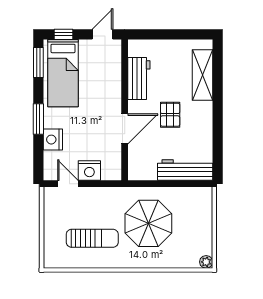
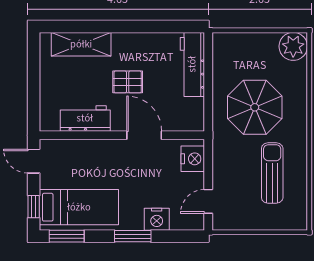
nightstand: (89, 170) -> (193, 159), moved
plant: (206, 262) -> (293, 46), width x1.87, depth x1.87

